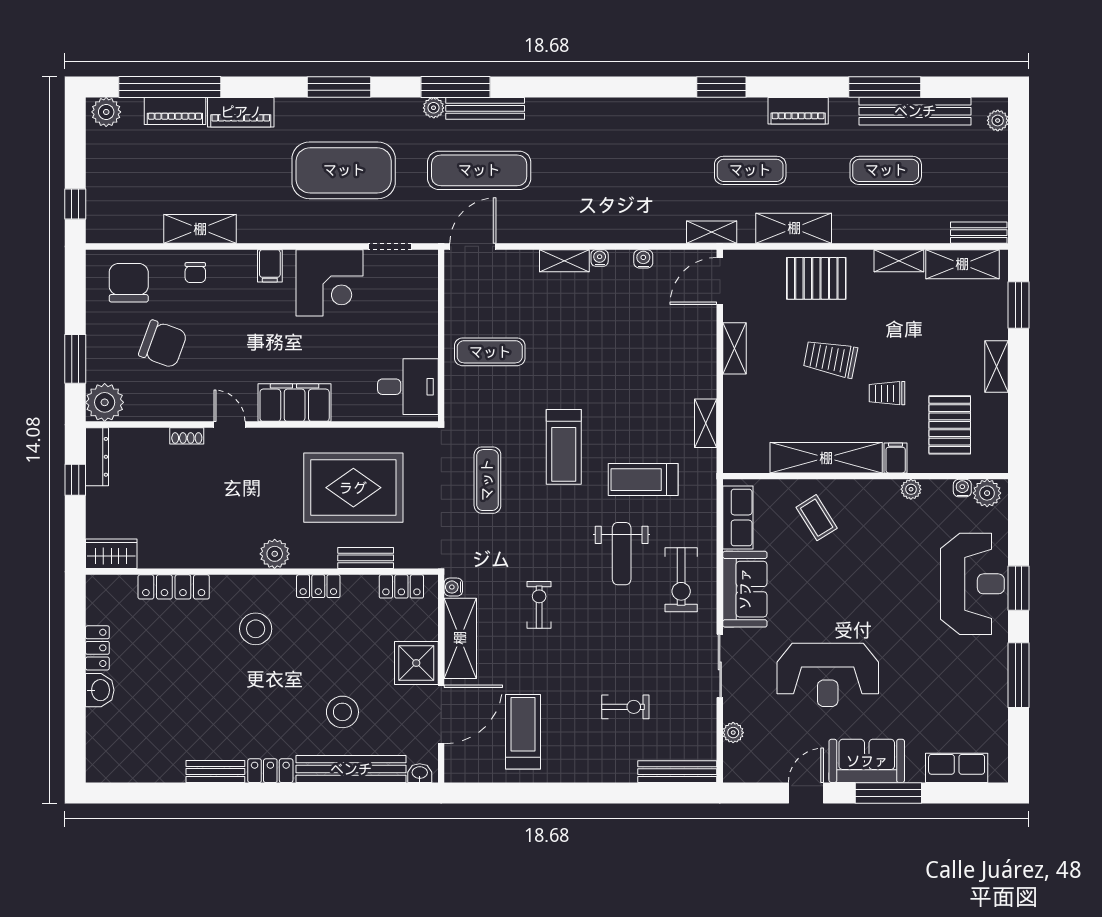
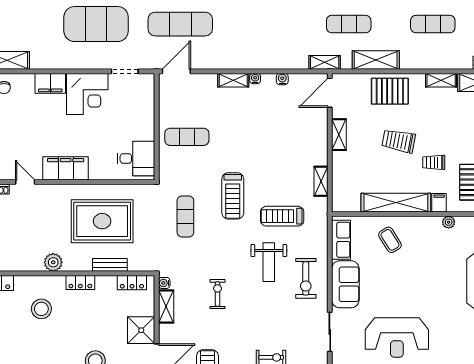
filing cabinet: (270, 266) -> (50, 83), width x2.00
shelving: (460, 638) -> (166, 307), width x0.67, depth x0.75

